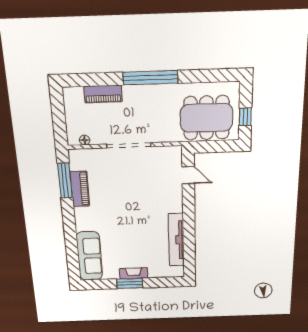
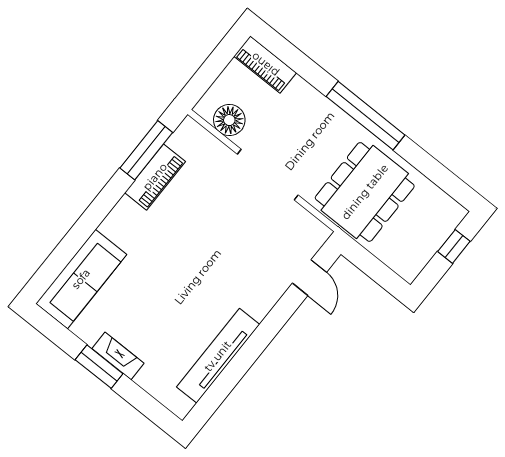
piano: (103, 94) -> (265, 65), moved
window: (245, 117) -> (454, 246), moved
dining table: (207, 118) -> (365, 192), moved, turned 90
floor lamp: (85, 140) -> (229, 120), width x1.89, depth x1.89

